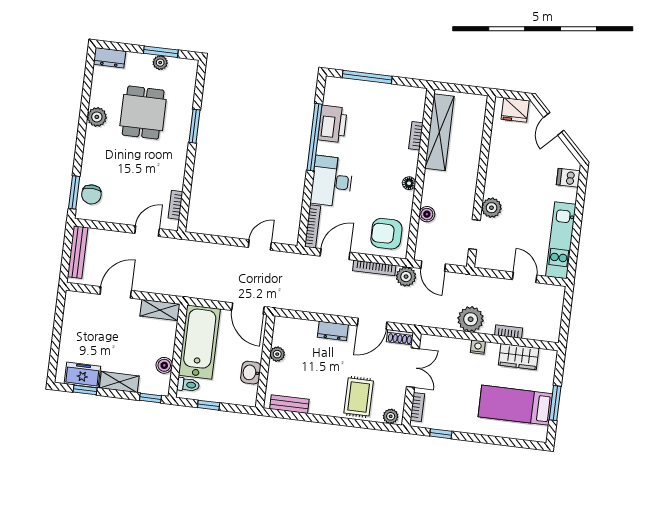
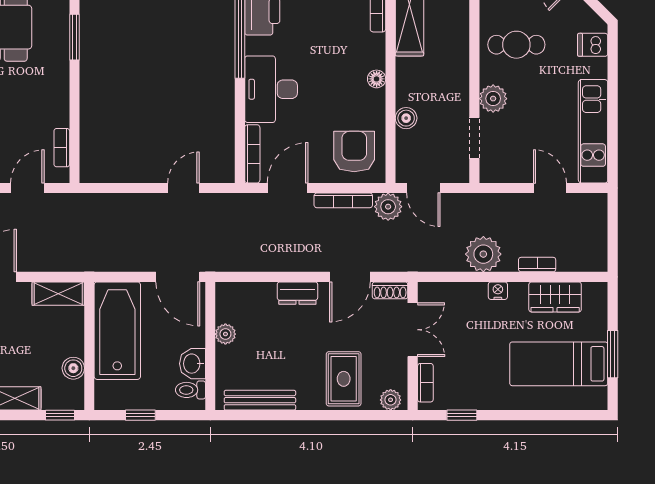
cafe table: (513, 171) -> (516, 45), added
armchair: (386, 234) -> (354, 152), turned 90
toilet: (188, 385) -> (190, 390), moved, turned 180
bench: (289, 404) -> (260, 400), width x1.36

